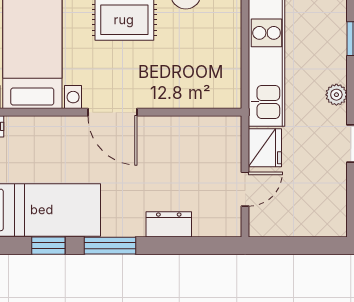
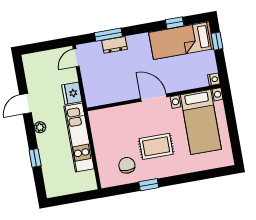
door: (245, 189) -> (76, 58), moved
window: (110, 246) -> (108, 35), moved

